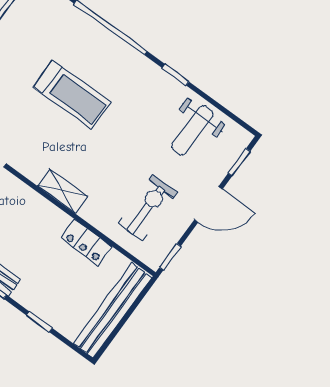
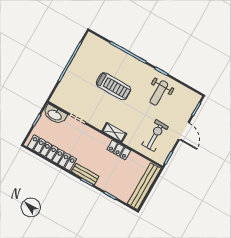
weight bench: (192, 130) -> (159, 93), moved
door: (208, 204) -> (184, 131), hinge flipped
locker: (86, 242) -> (119, 150), moved

